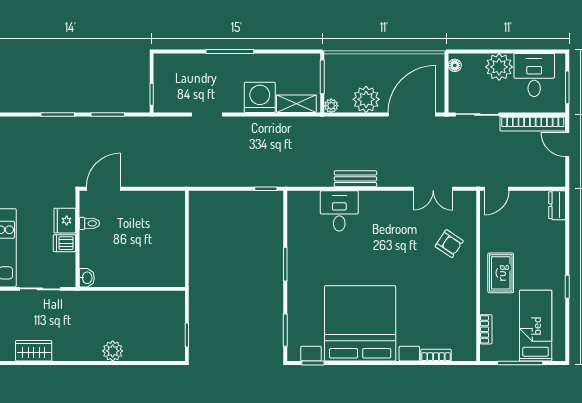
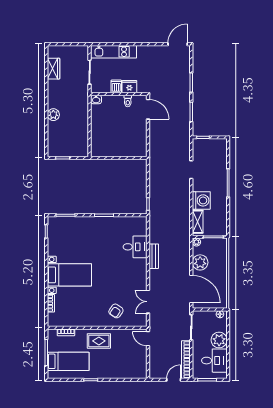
dresser: (557, 205) -> (138, 374), removed
bed with nightstands: (360, 323) -> (69, 275), width x0.54

